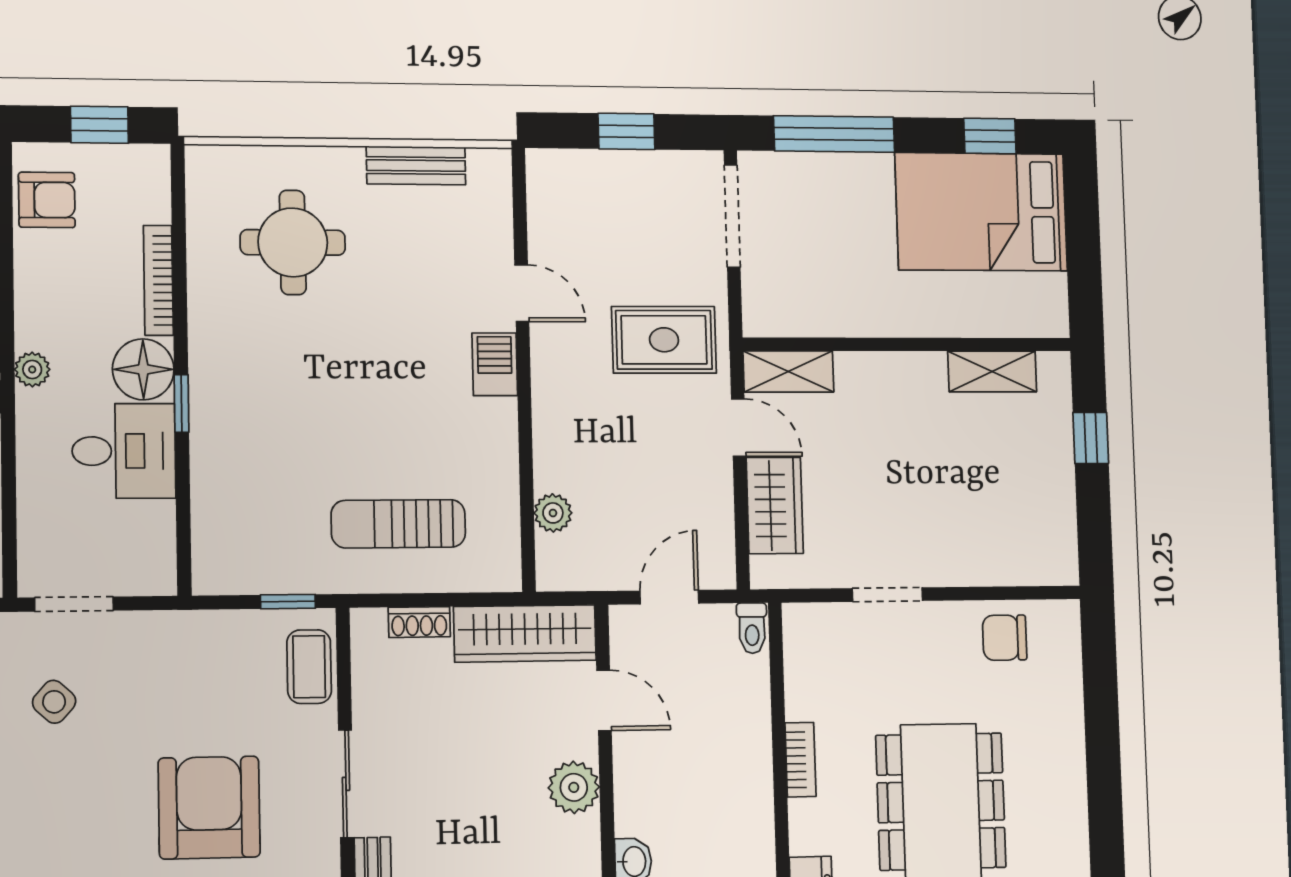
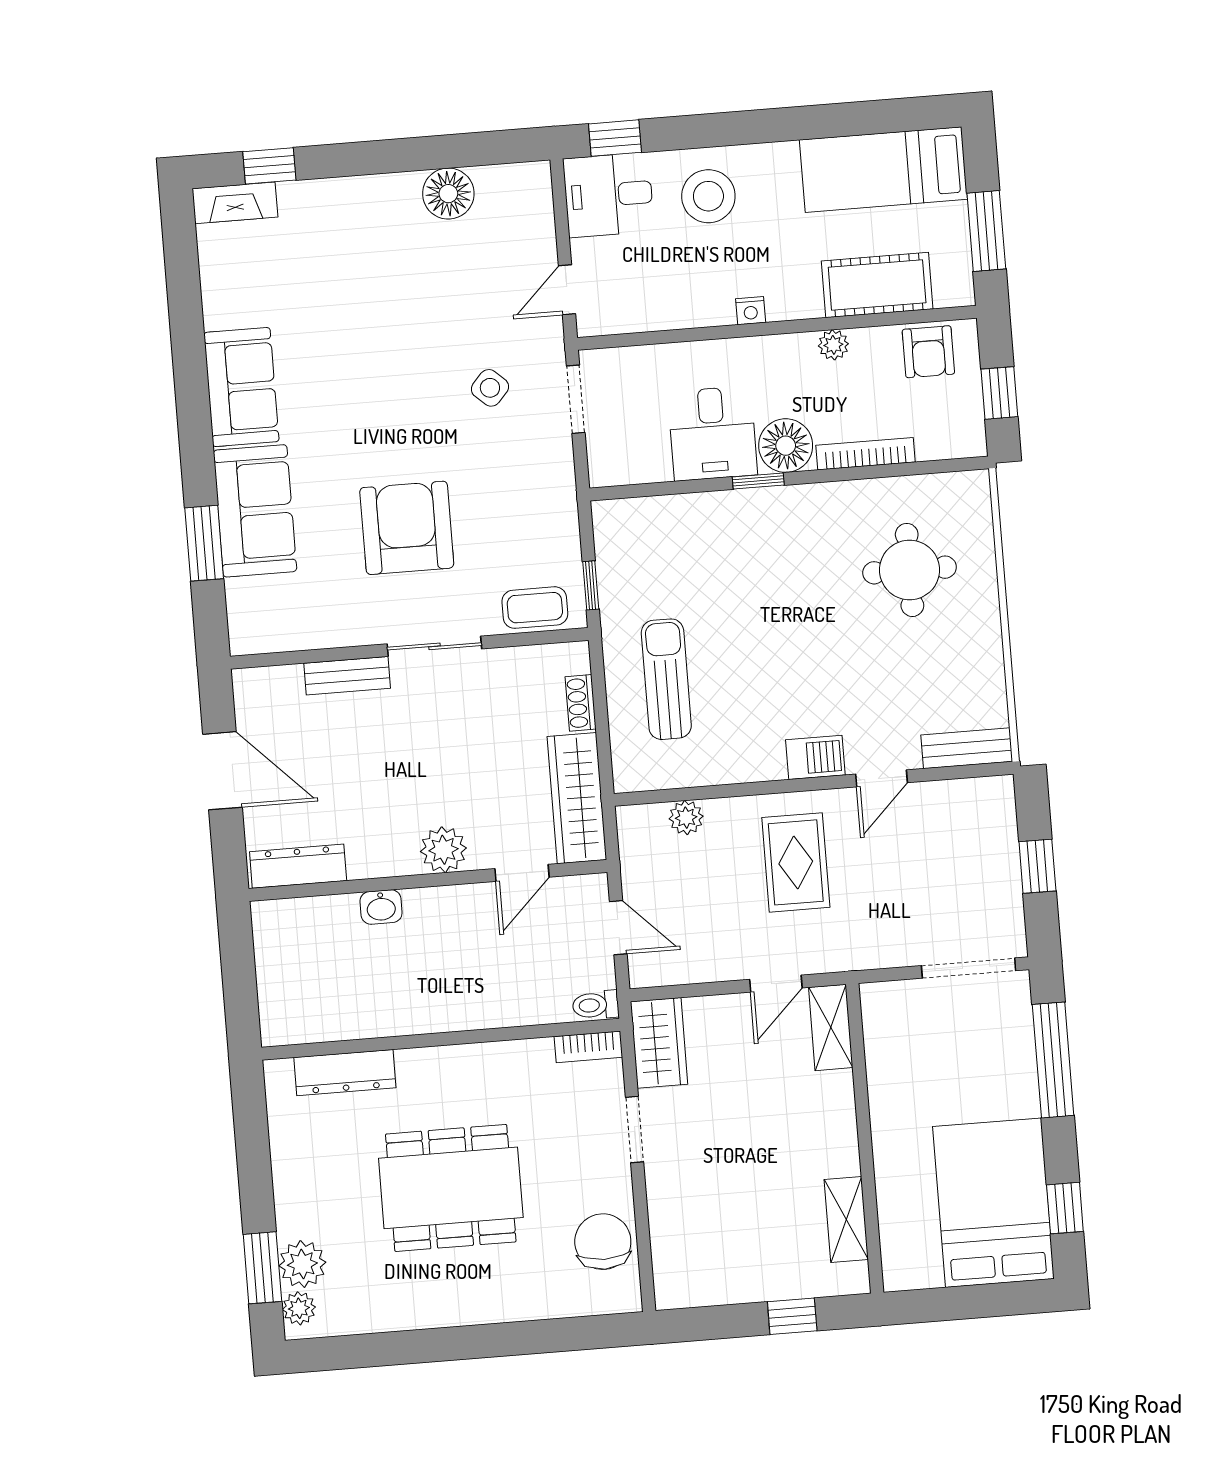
bench: (416, 166) -> (967, 748), moved, turned 90
rug: (664, 340) -> (796, 862), moved
plant: (32, 369) -> (833, 345), moved
wardrobe: (775, 506) -> (659, 1043), moved, turned -90
chair: (1005, 638) -> (603, 1242), width x1.37, depth x1.37
bookcase: (800, 760) -> (588, 1047), moved
armchair: (209, 808) -> (407, 528), turned -90

